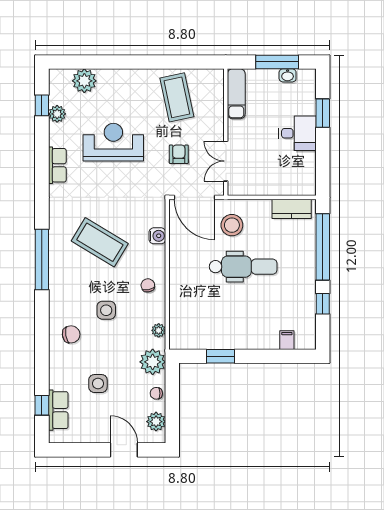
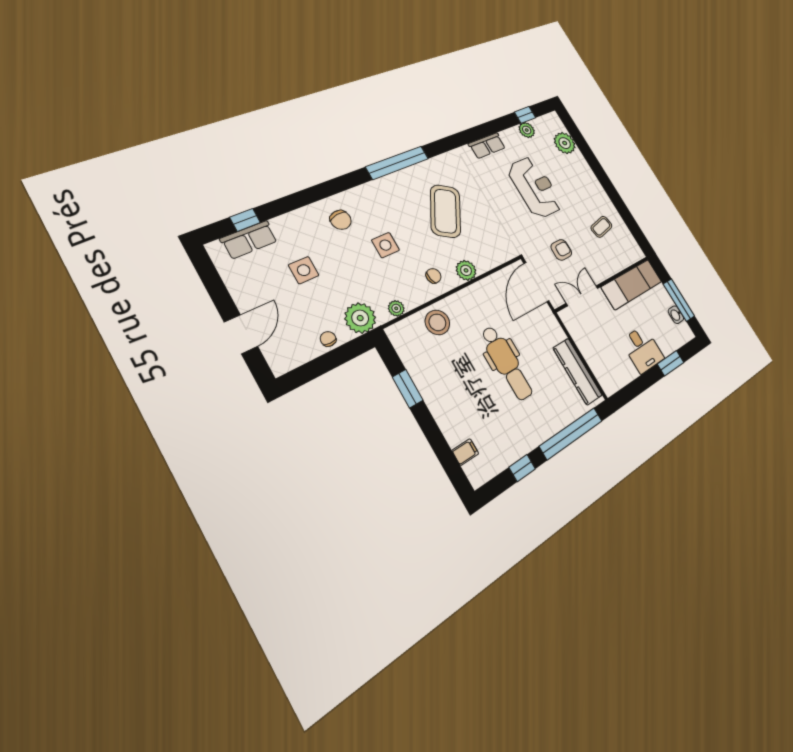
exam couch: (236, 94) -> (632, 284), width x1.36, depth x1.45
coffee table: (177, 97) -> (601, 227), width x0.54, depth x0.58
kitchen counter: (292, 209) -> (578, 372), width x1.50
stool: (232, 225) -> (437, 322), moved
water cooler: (157, 236) -> (483, 263), removed
plant: (156, 422) -> (466, 270), moved

